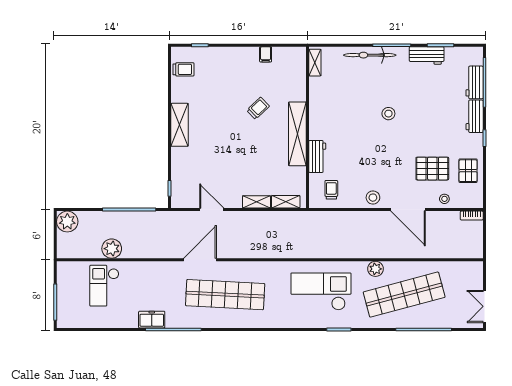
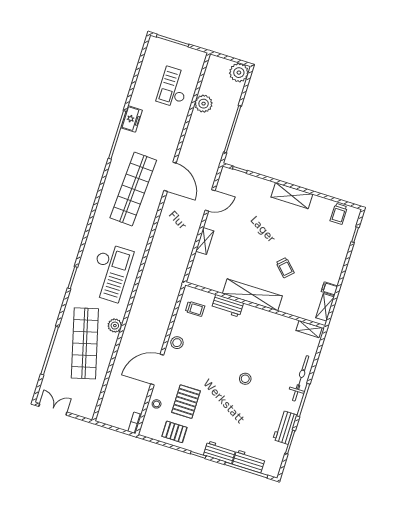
shelving: (286, 202) -> (325, 307), moved
checkout: (104, 286) -> (174, 87), turned -90

